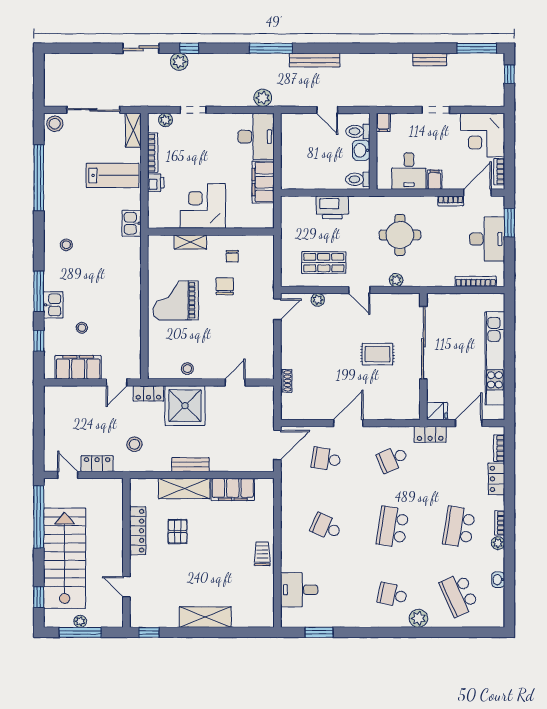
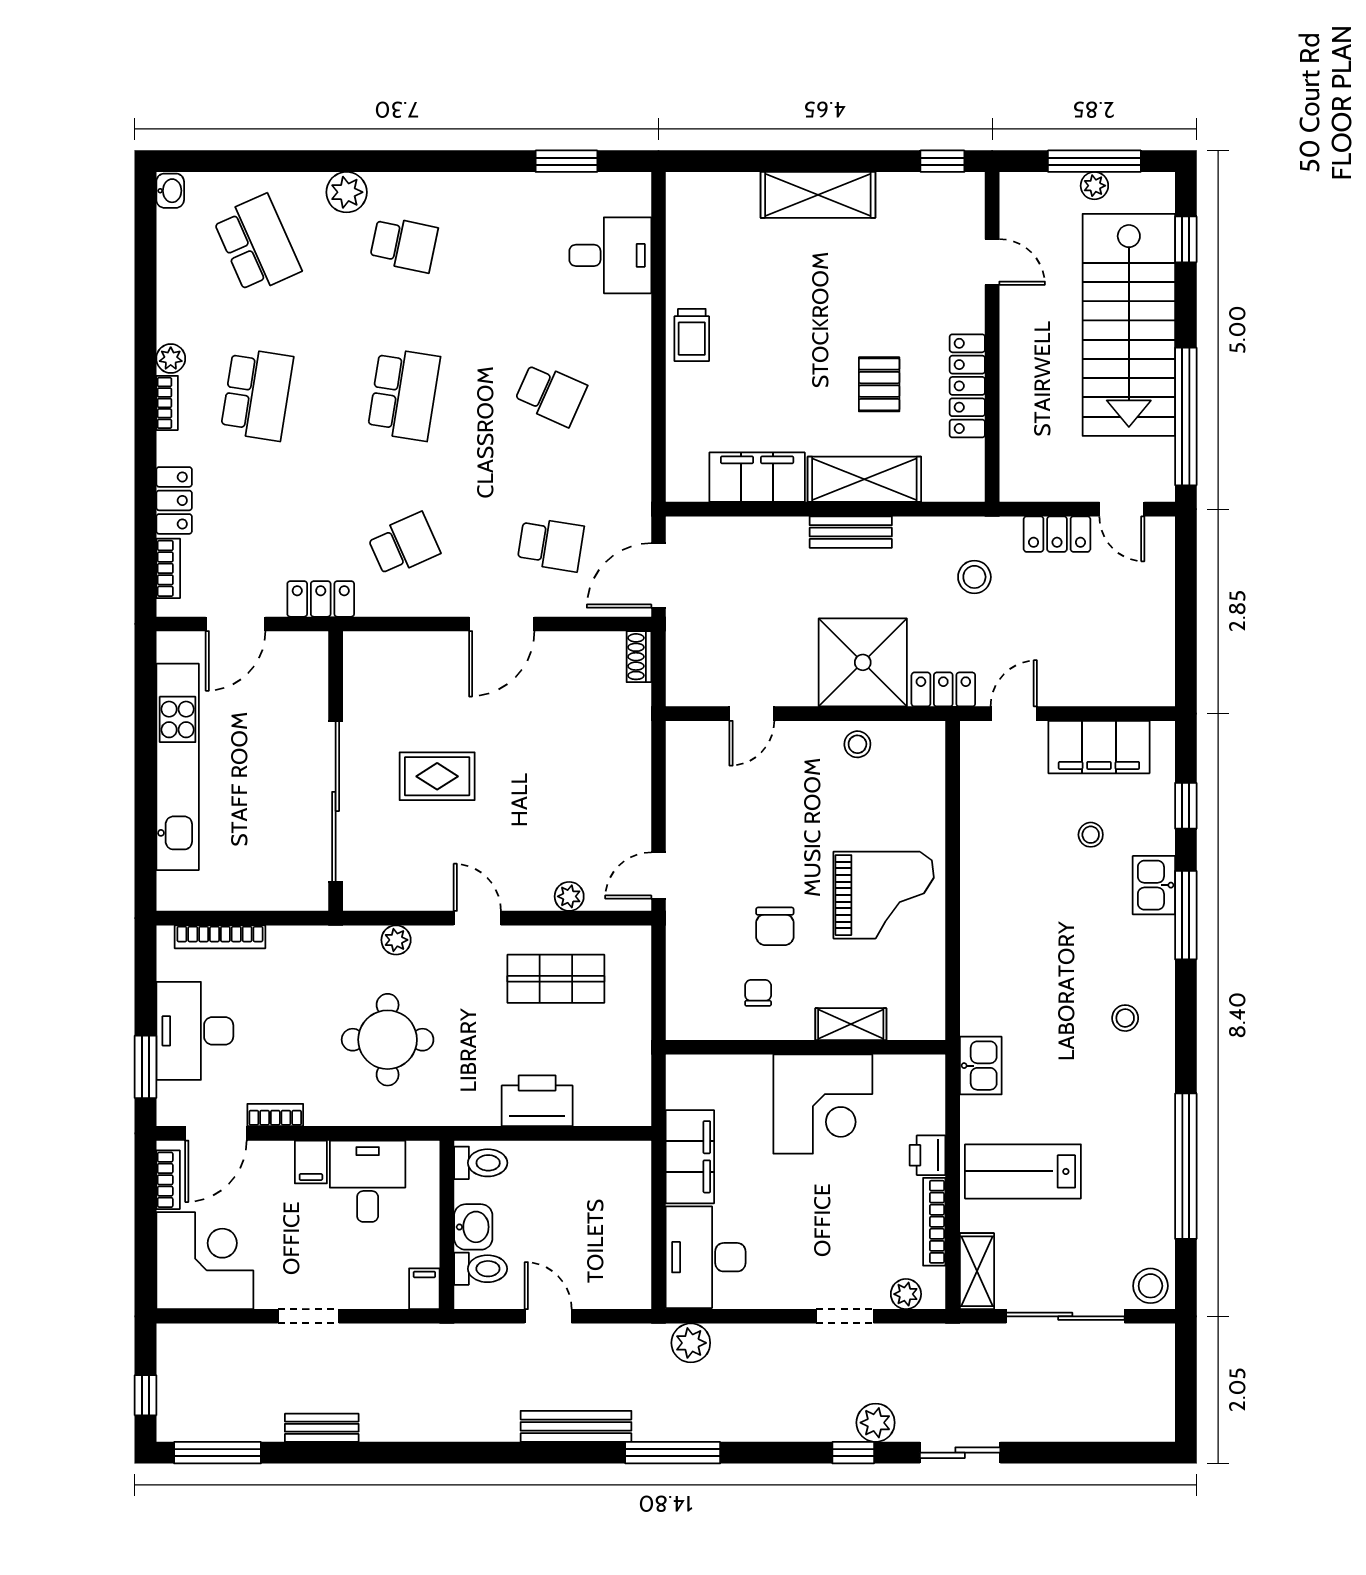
shoe rack: (286, 381) -> (639, 657), moved
fridge: (437, 411) -> (305, 650), removed
washbasin: (498, 580) -> (170, 191), moved

